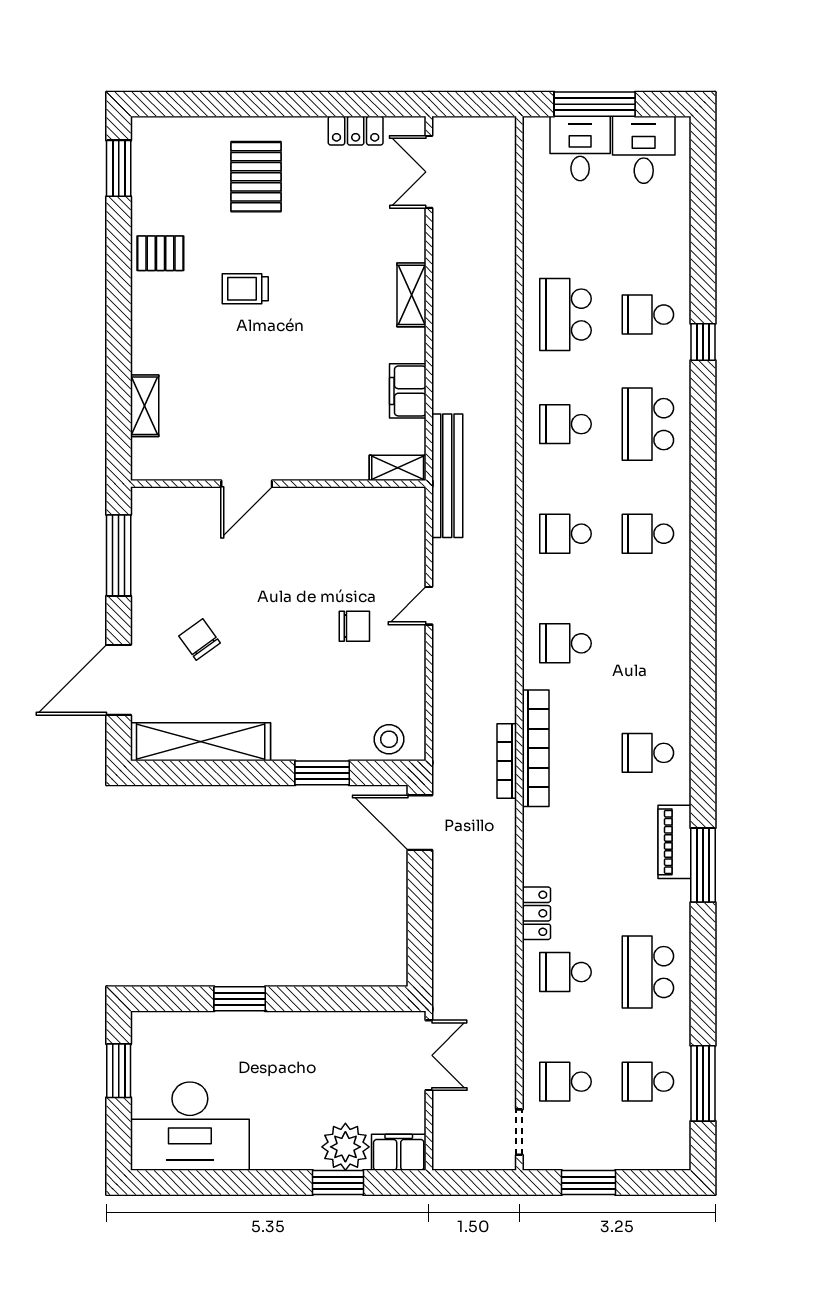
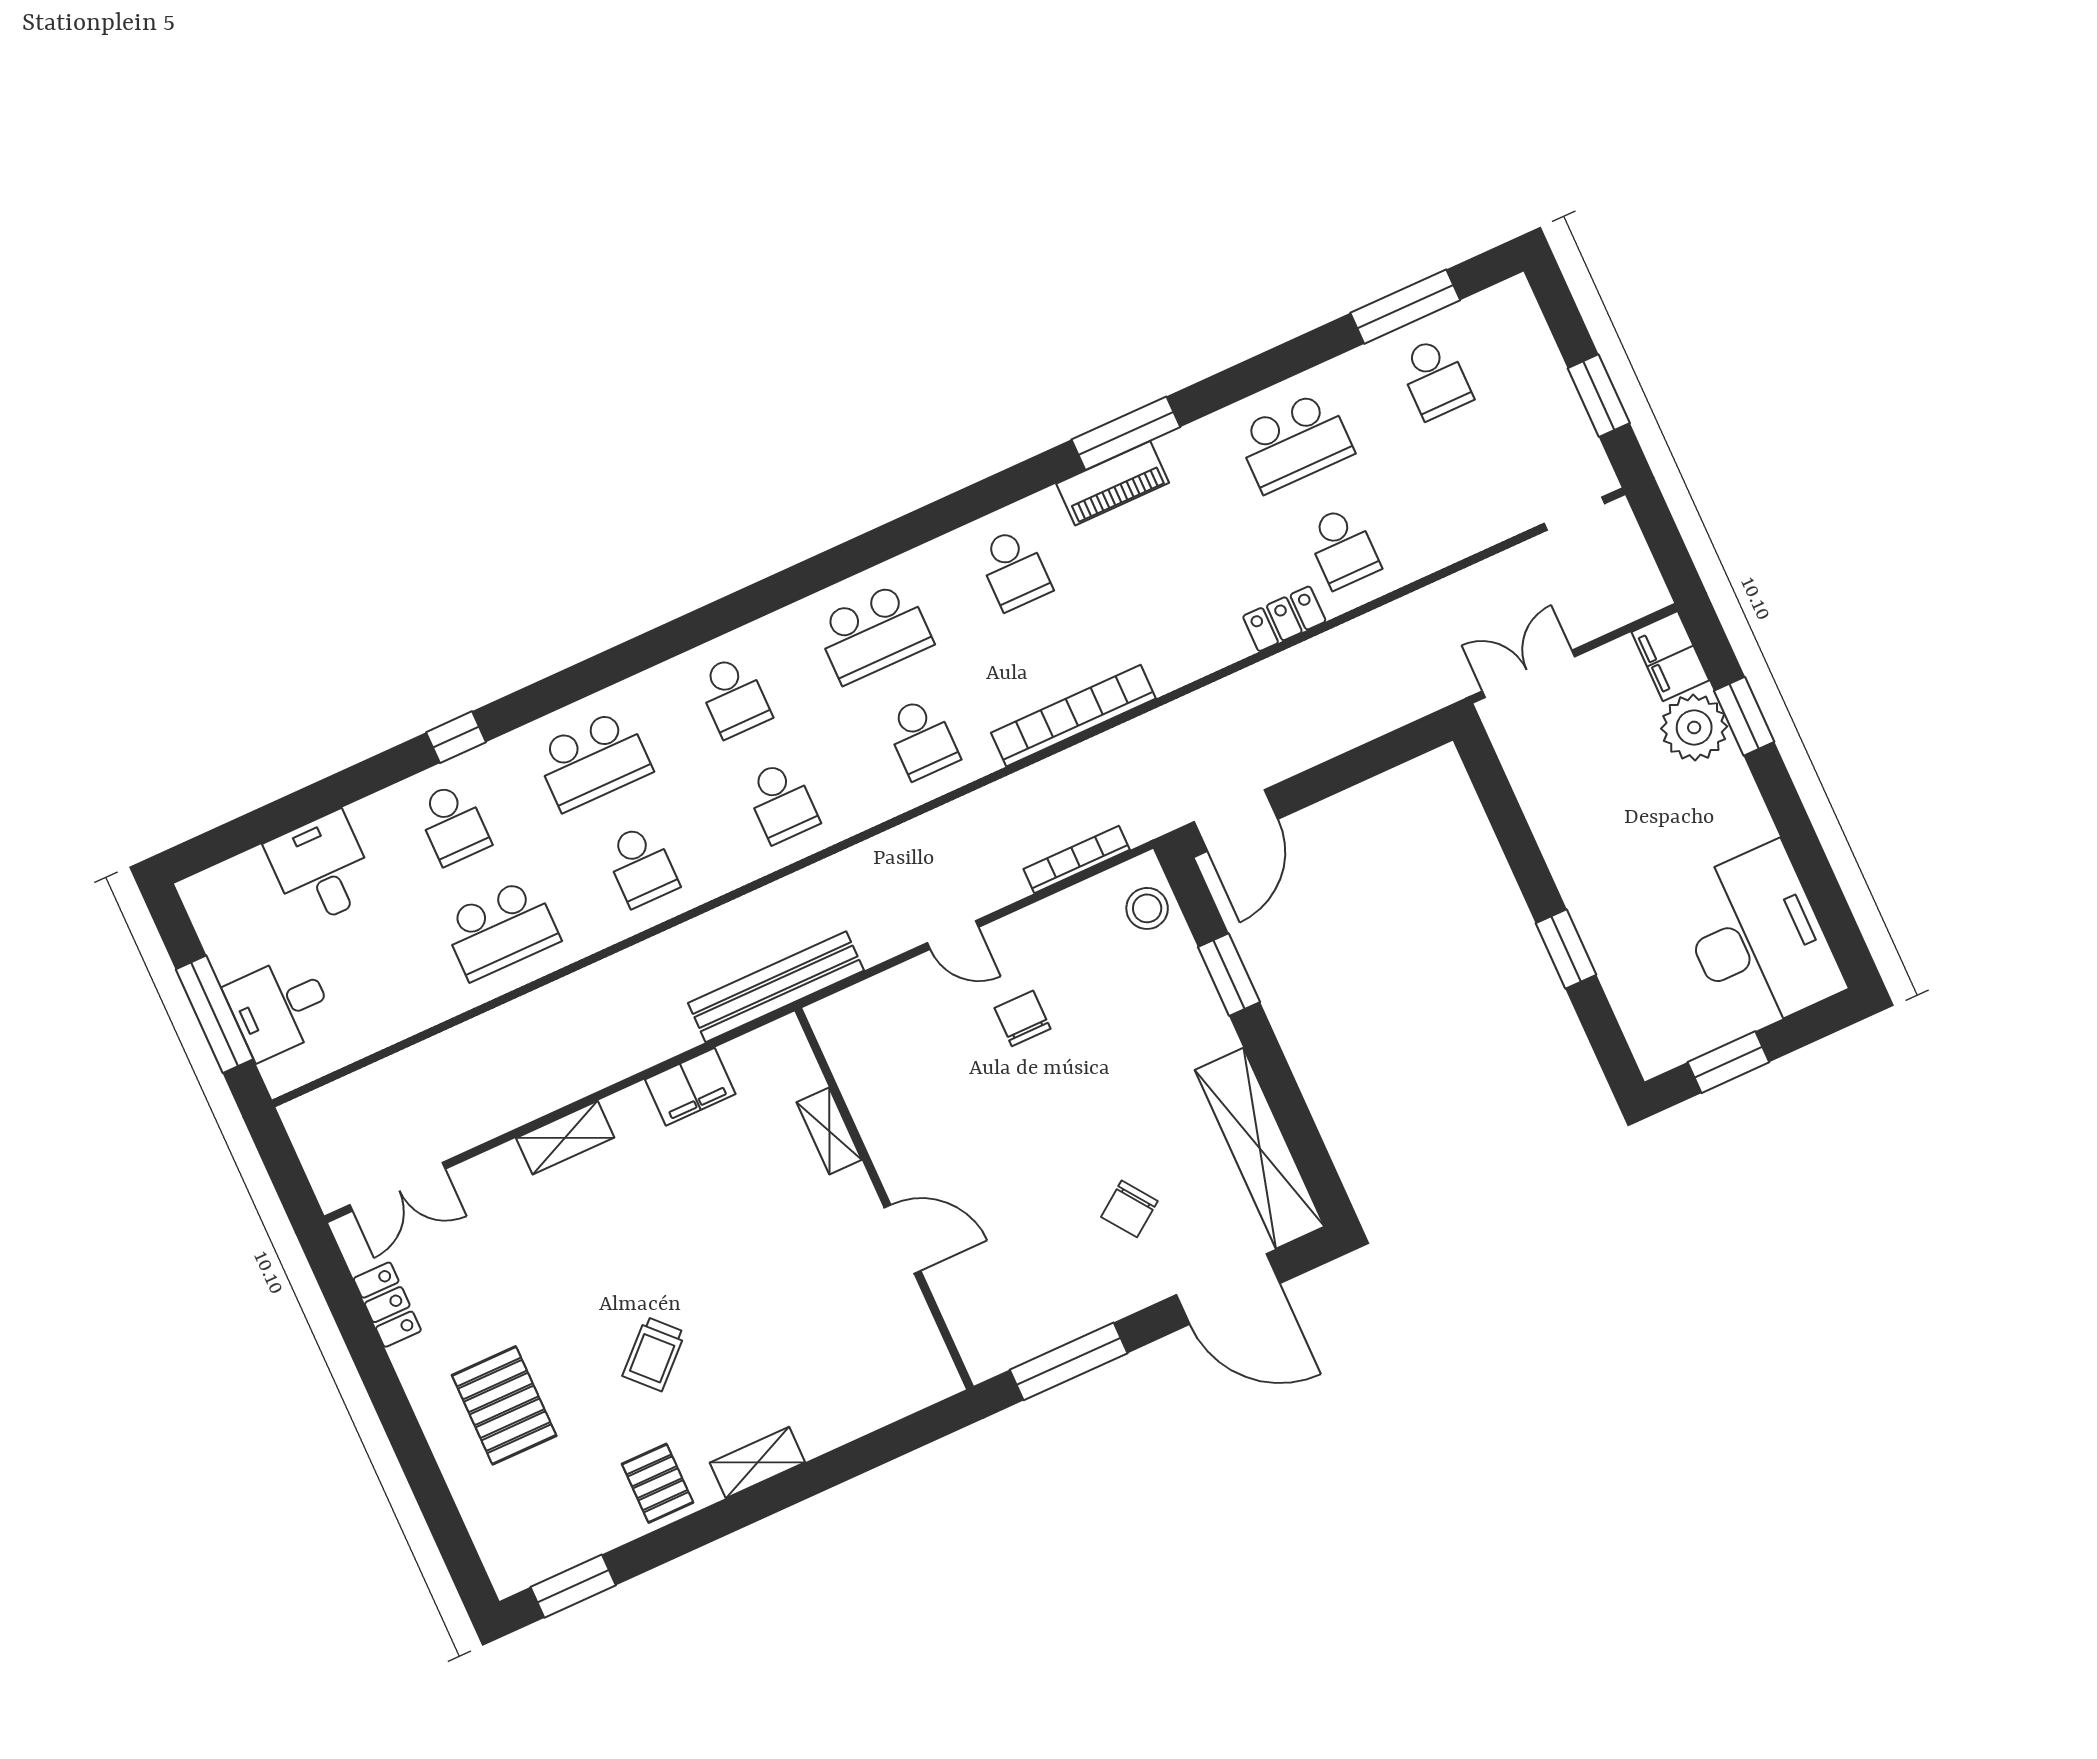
desk: (644, 150) -> (321, 869), moved, turned 90
pallet: (256, 177) -> (504, 1405), turned 90
trolley: (245, 289) -> (654, 1354), turned 46
shelving: (145, 406) -> (757, 1462), moved
shelving: (398, 468) -> (829, 1131), moved
bookcase: (507, 761) -> (1077, 859), moved, turned 180
school desk: (565, 1082) -> (874, 633), moved, width x1.85

